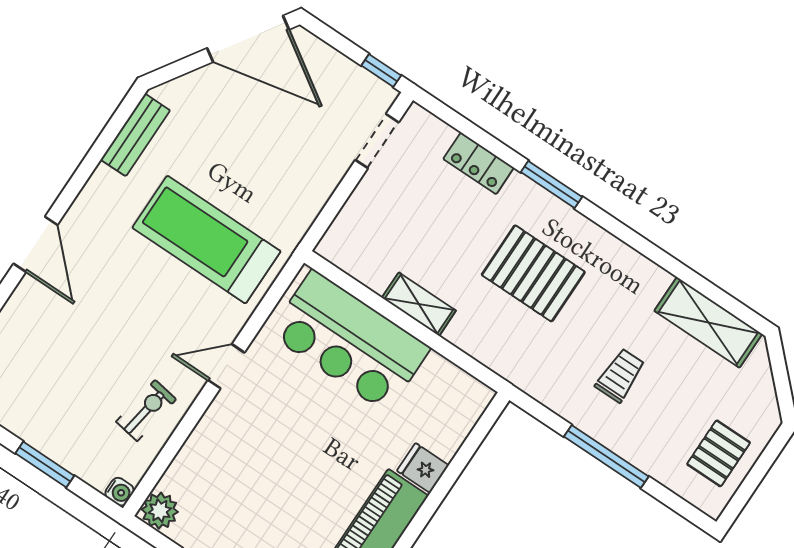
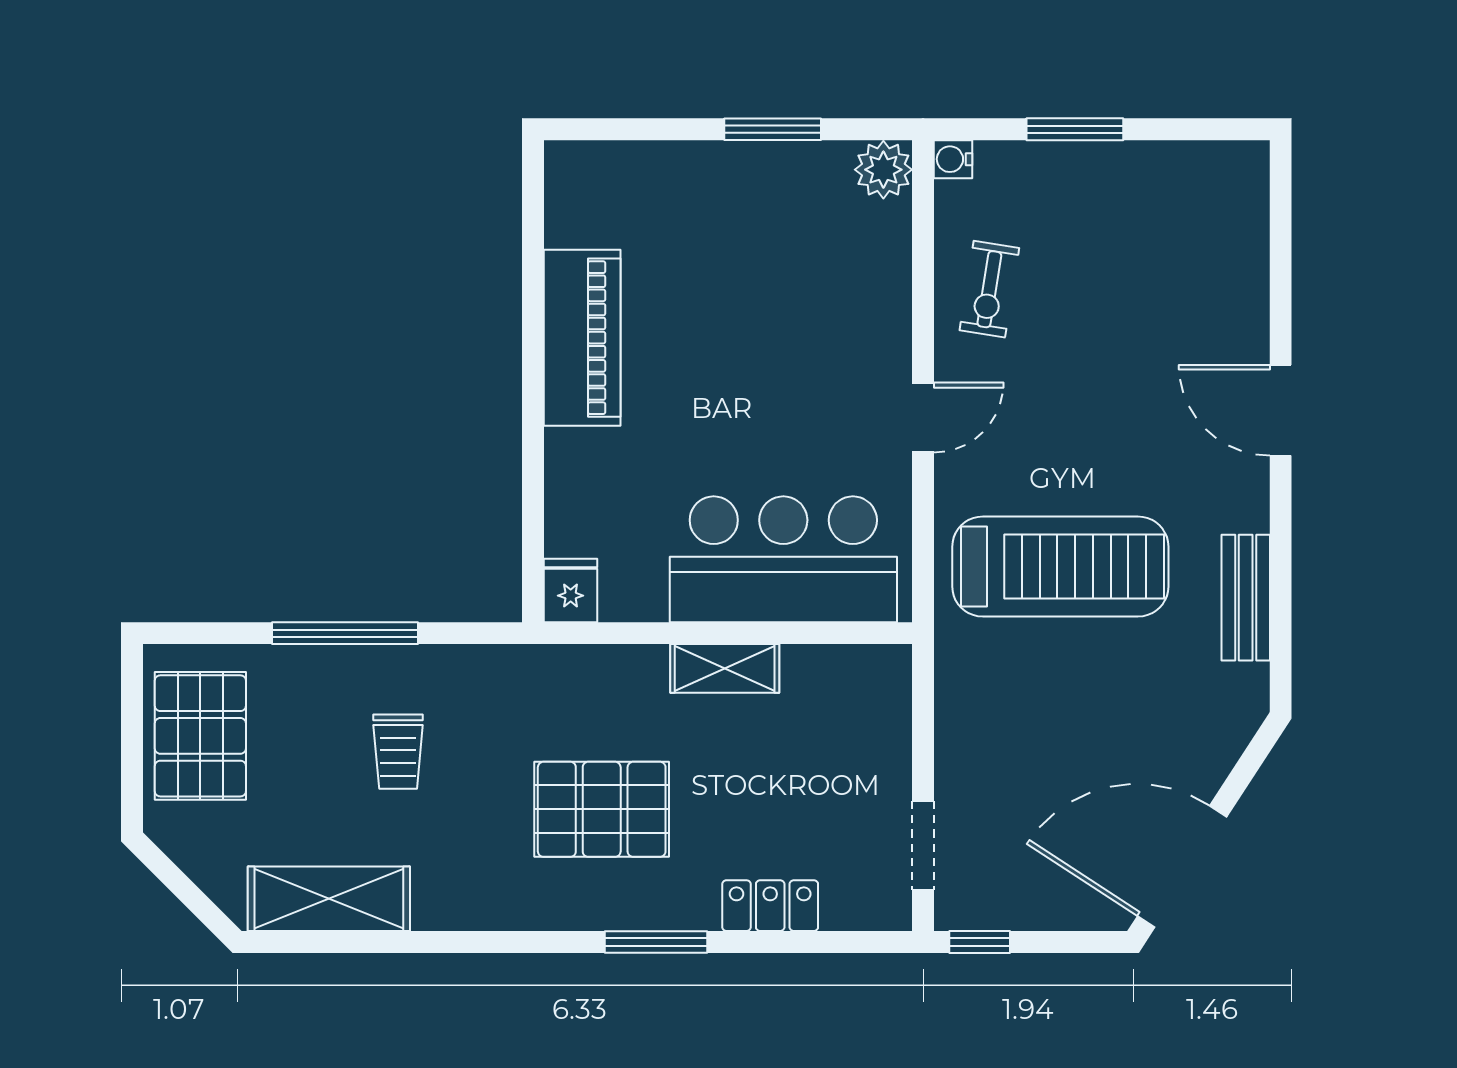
bench: (135, 135) -> (1246, 598), moved
pallet: (719, 453) -> (200, 736), width x1.50, depth x1.42
fridge: (423, 468) -> (571, 590), moved, turned -90

